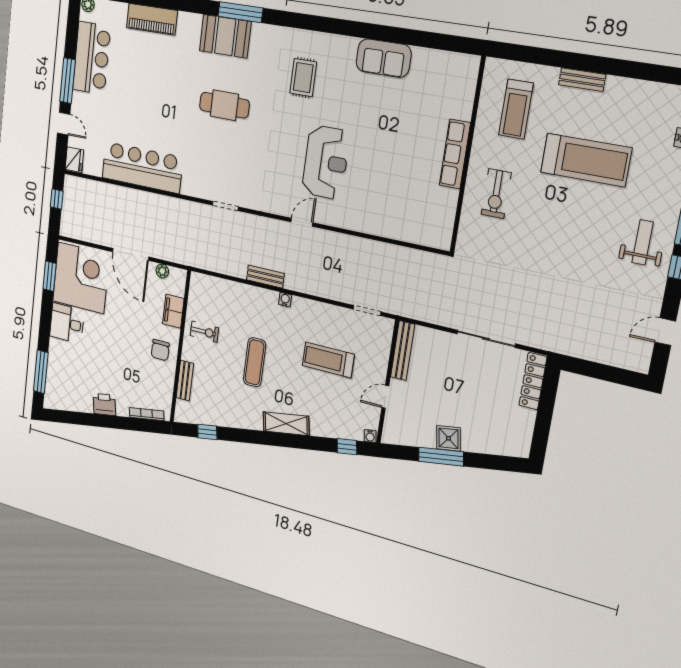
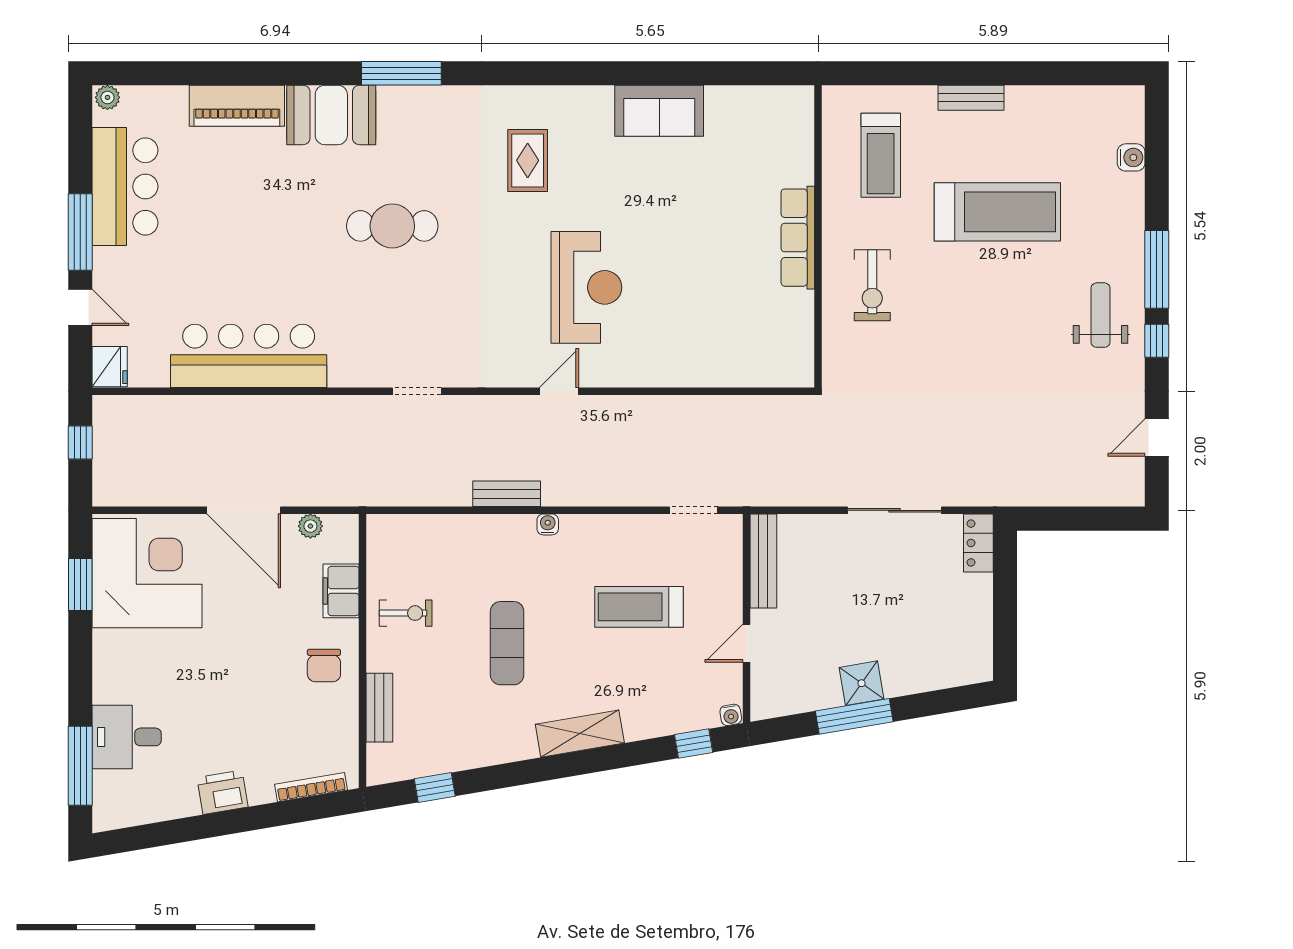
booth: (225, 36) -> (331, 115), moved
desk: (67, 323) -> (127, 737), moved
locker: (533, 381) -> (978, 543), width x0.66

